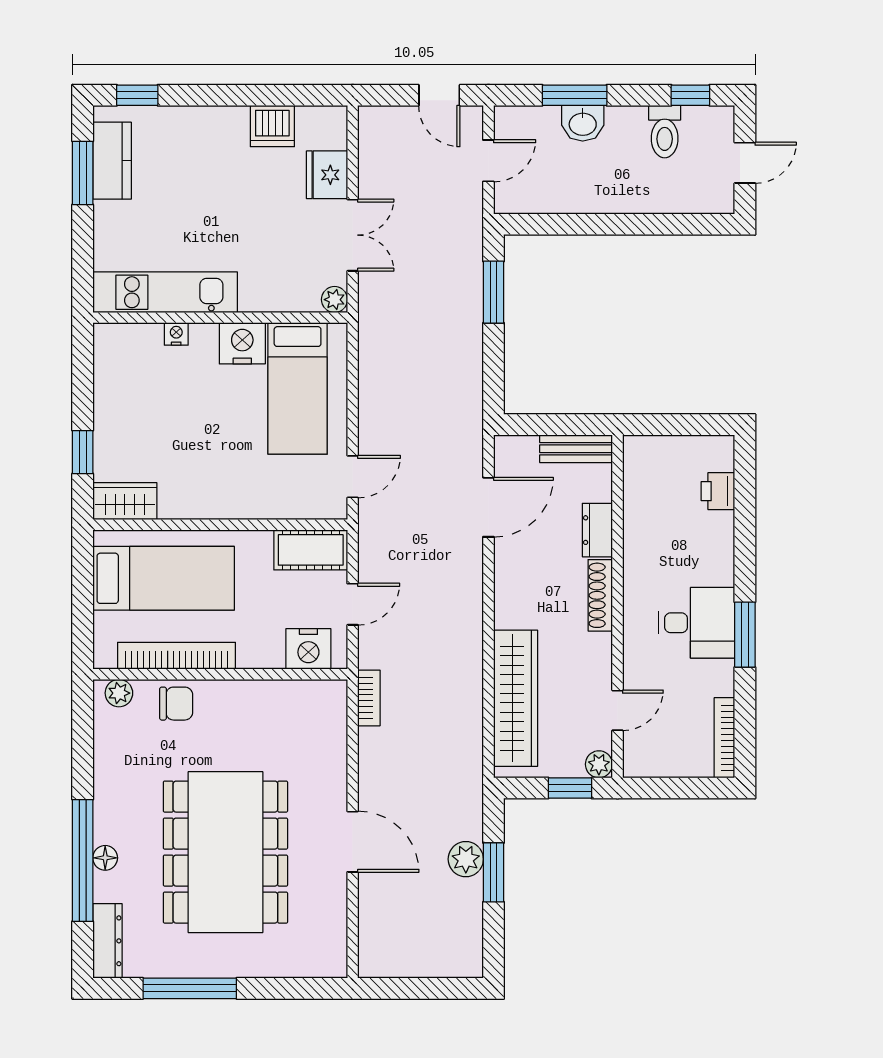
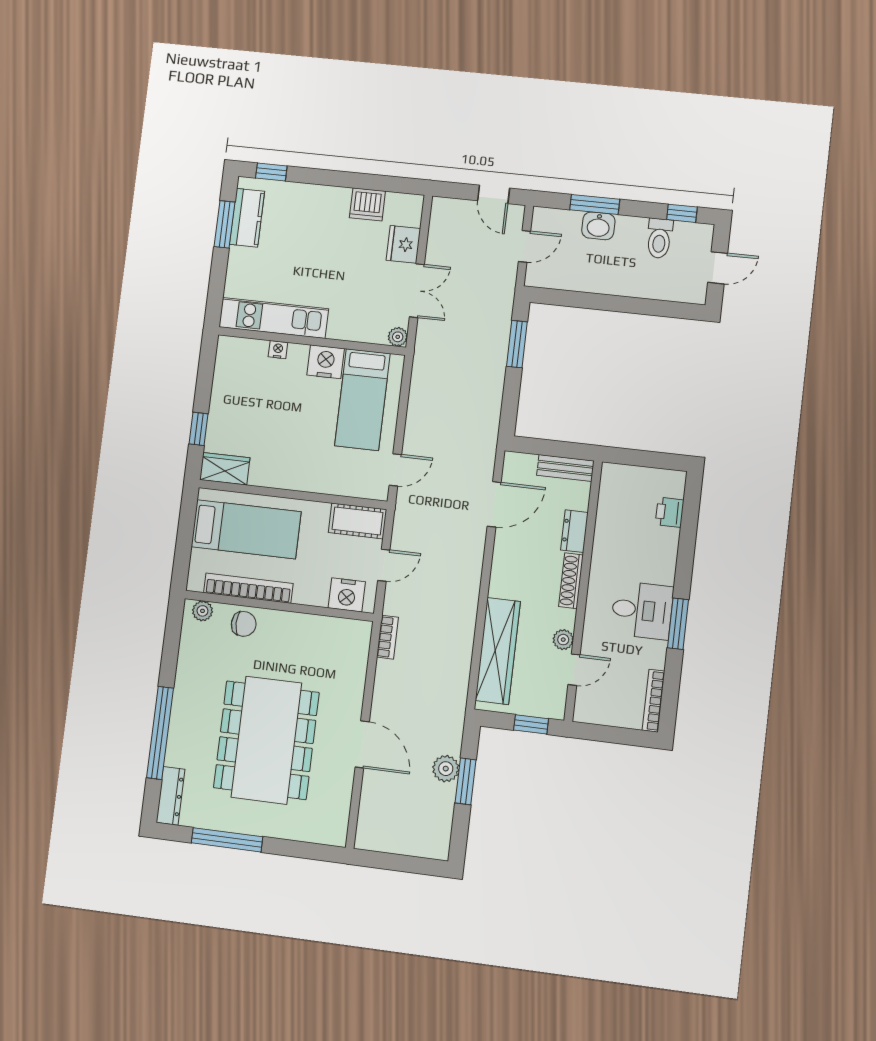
plant: (599, 764) -> (563, 640), moved
floor lamp: (105, 858) -> (177, 733), removed

